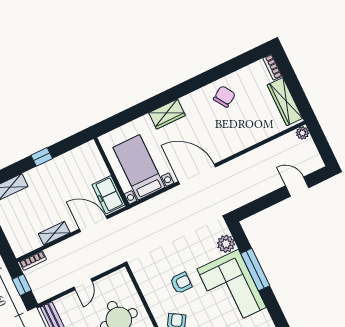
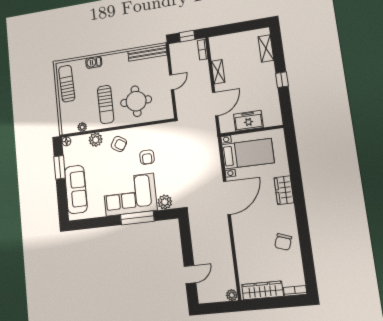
chair: (224, 97) -> (283, 242), turned 52
freezer: (108, 195) -> (248, 121), moved
door: (83, 284) -> (172, 82), swing flipped

